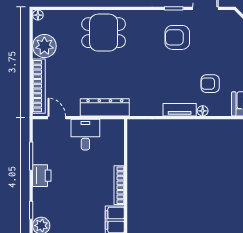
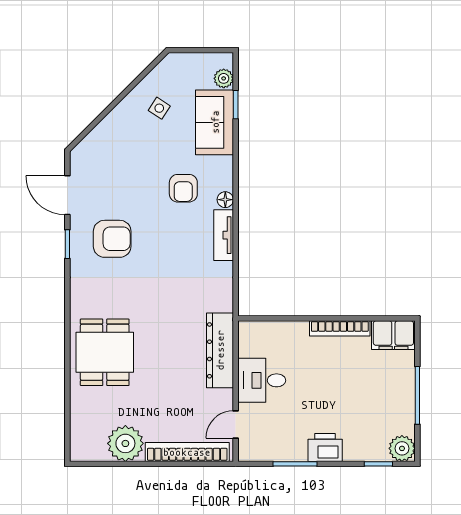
floor lamp: (38, 15) -> (78, 454), removed
armchair: (177, 37) -> (112, 239), turned -90

